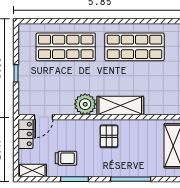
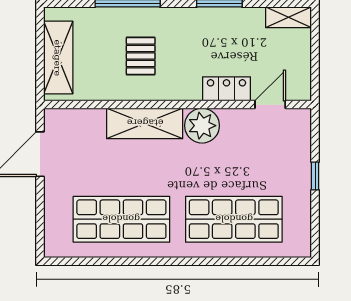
locker: (26, 134) -> (226, 89), moved, turned 90
pallet: (109, 136) -> (141, 56), moved
trolley: (66, 158) -> (233, 37), removed

